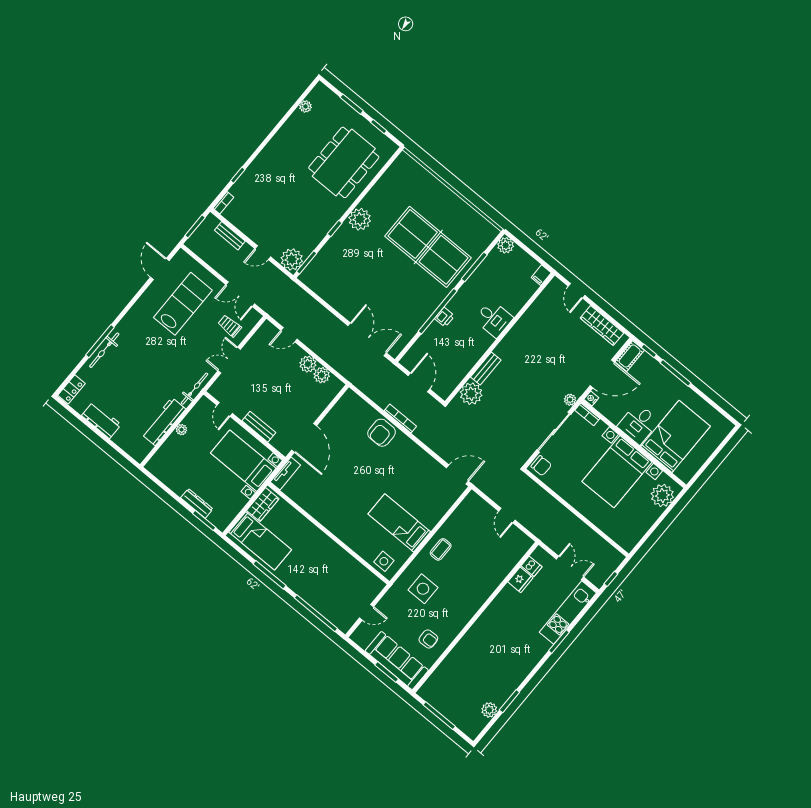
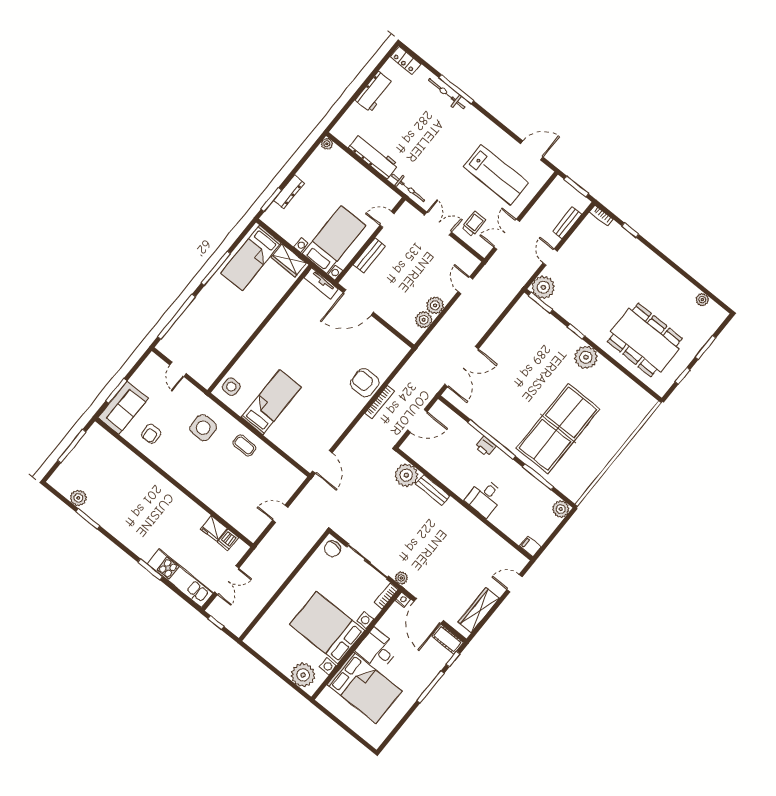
plant: (181, 430) -> (327, 144), moved
sofa: (397, 661) -> (123, 408), width x0.73

